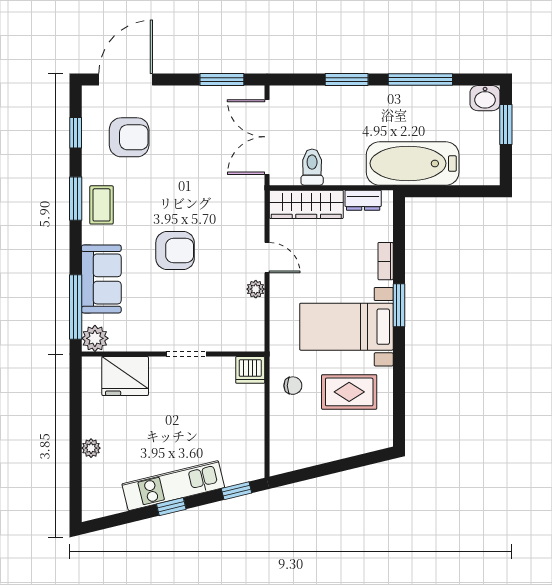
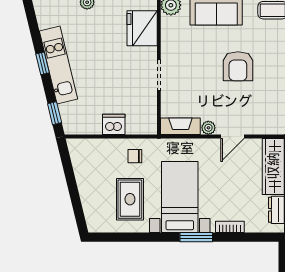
fireplace: (254, 326) -> (180, 126), added
dishwasher: (250, 370) -> (114, 124), moved, turned 90
chair: (293, 386) -> (135, 156), turned 90

